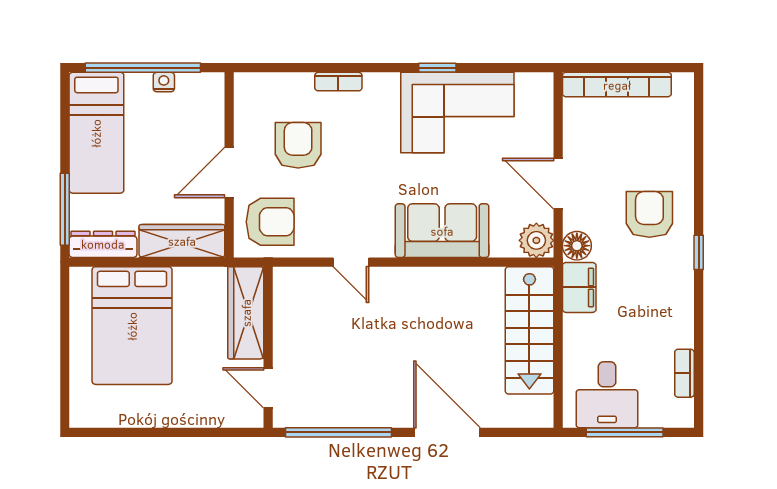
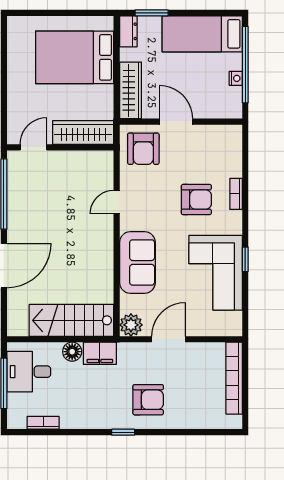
armchair: (298, 145) -> (196, 200), moved
window: (65, 209) -> (152, 13), width x0.69
dresser: (103, 244) -> (128, 31), width x0.70
floor lamp: (577, 246) -> (72, 352), moved

